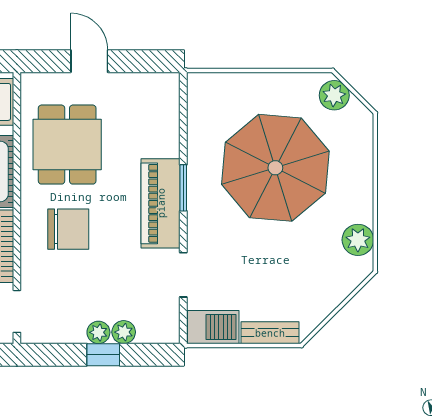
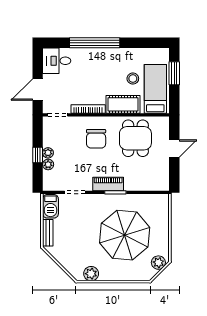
dining table: (67, 145) -> (135, 138), turned 90
piano: (161, 203) -> (108, 184), width x0.73, depth x0.75

